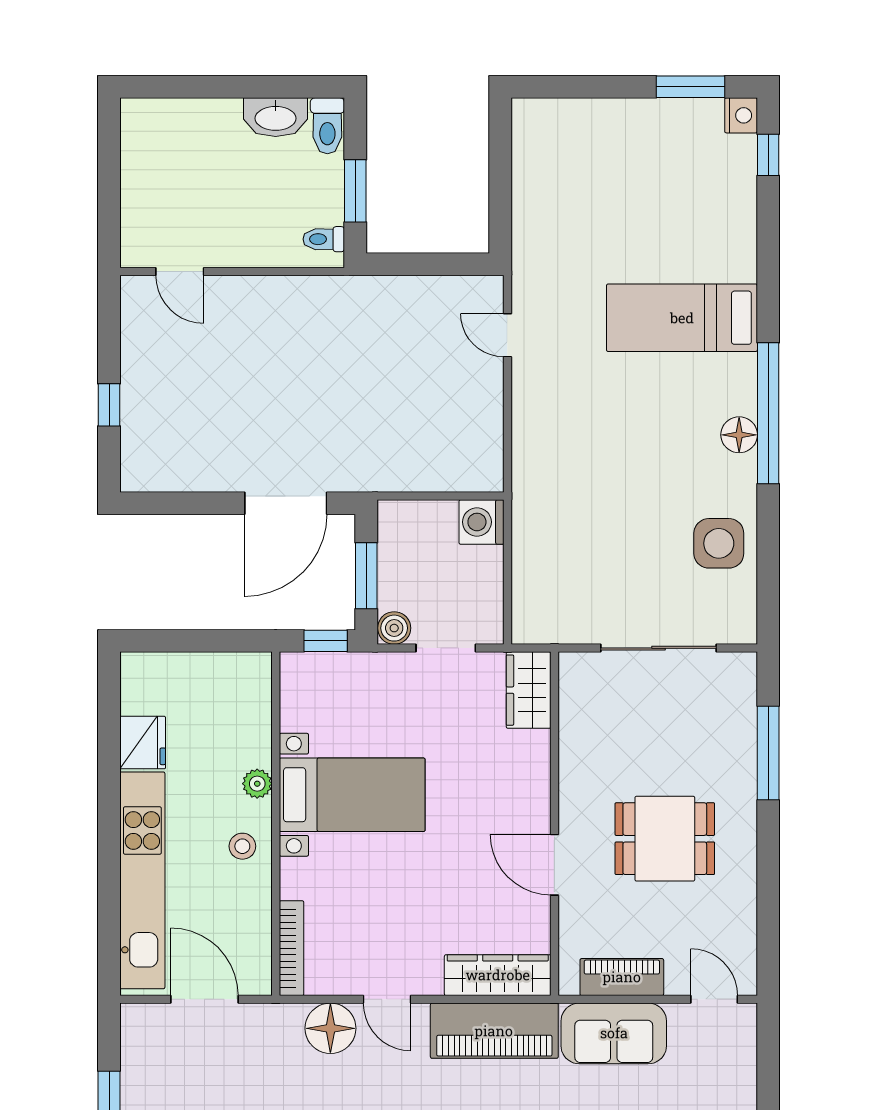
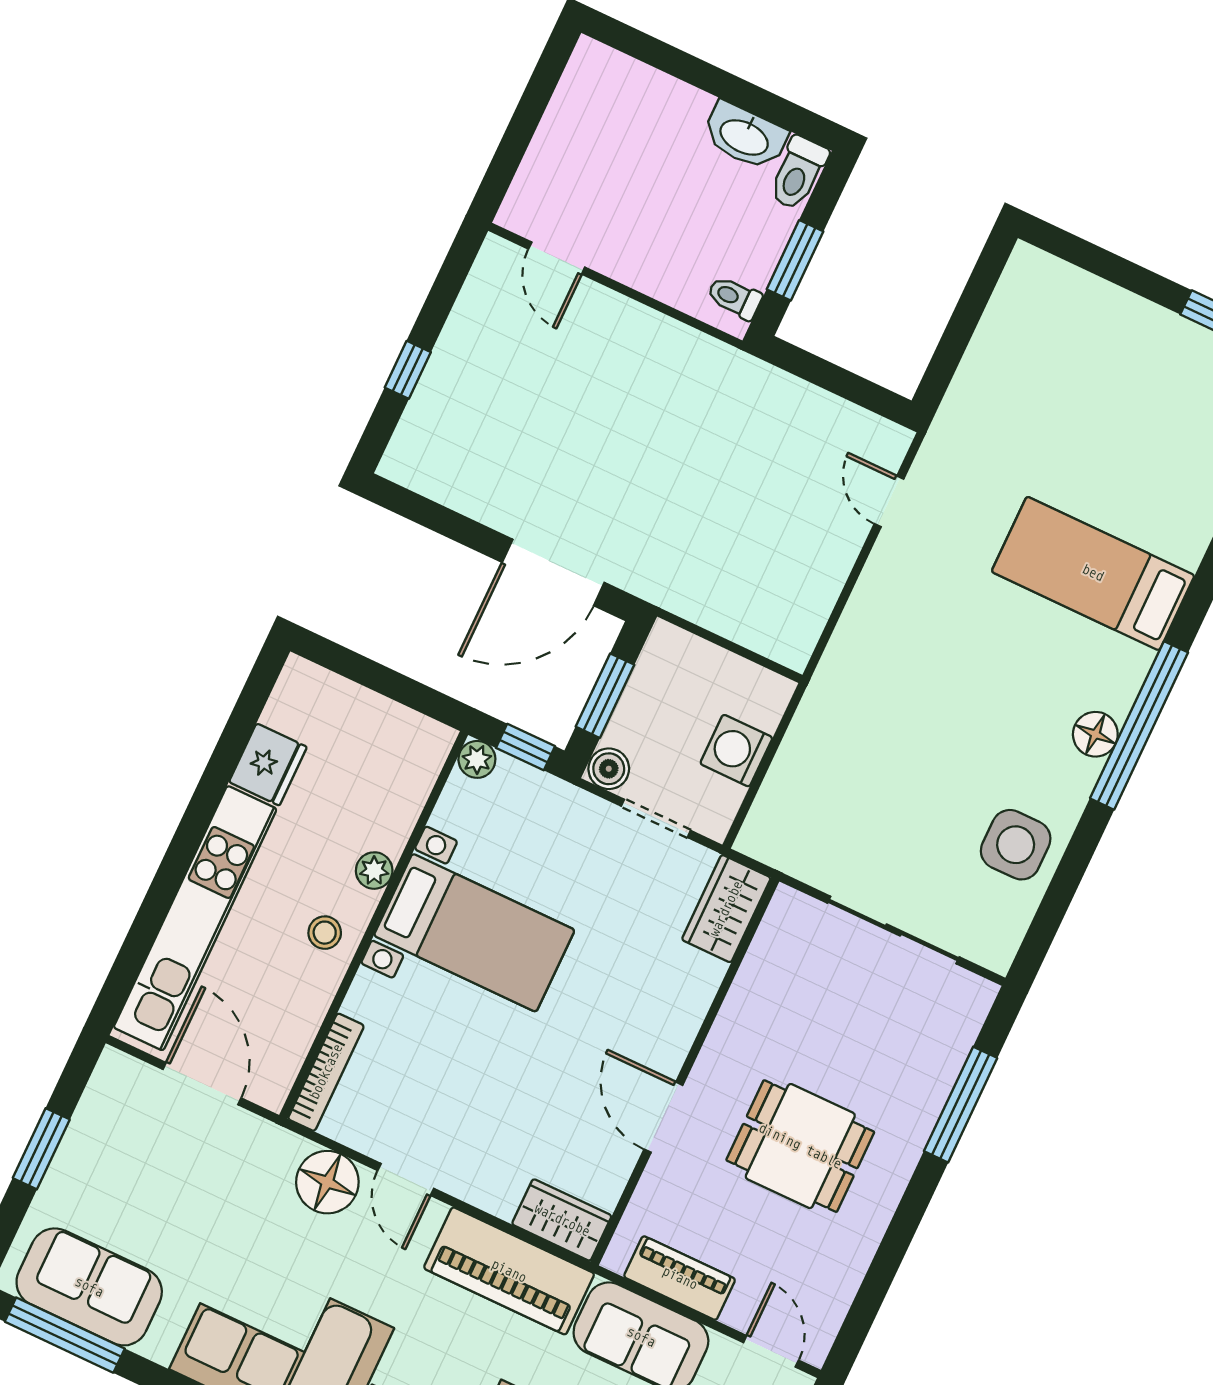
washing machine: (481, 522) -> (736, 751), moved
plant: (294, 667) -> (477, 759), added
wardrobe: (498, 975) -> (562, 1220), width x0.67

